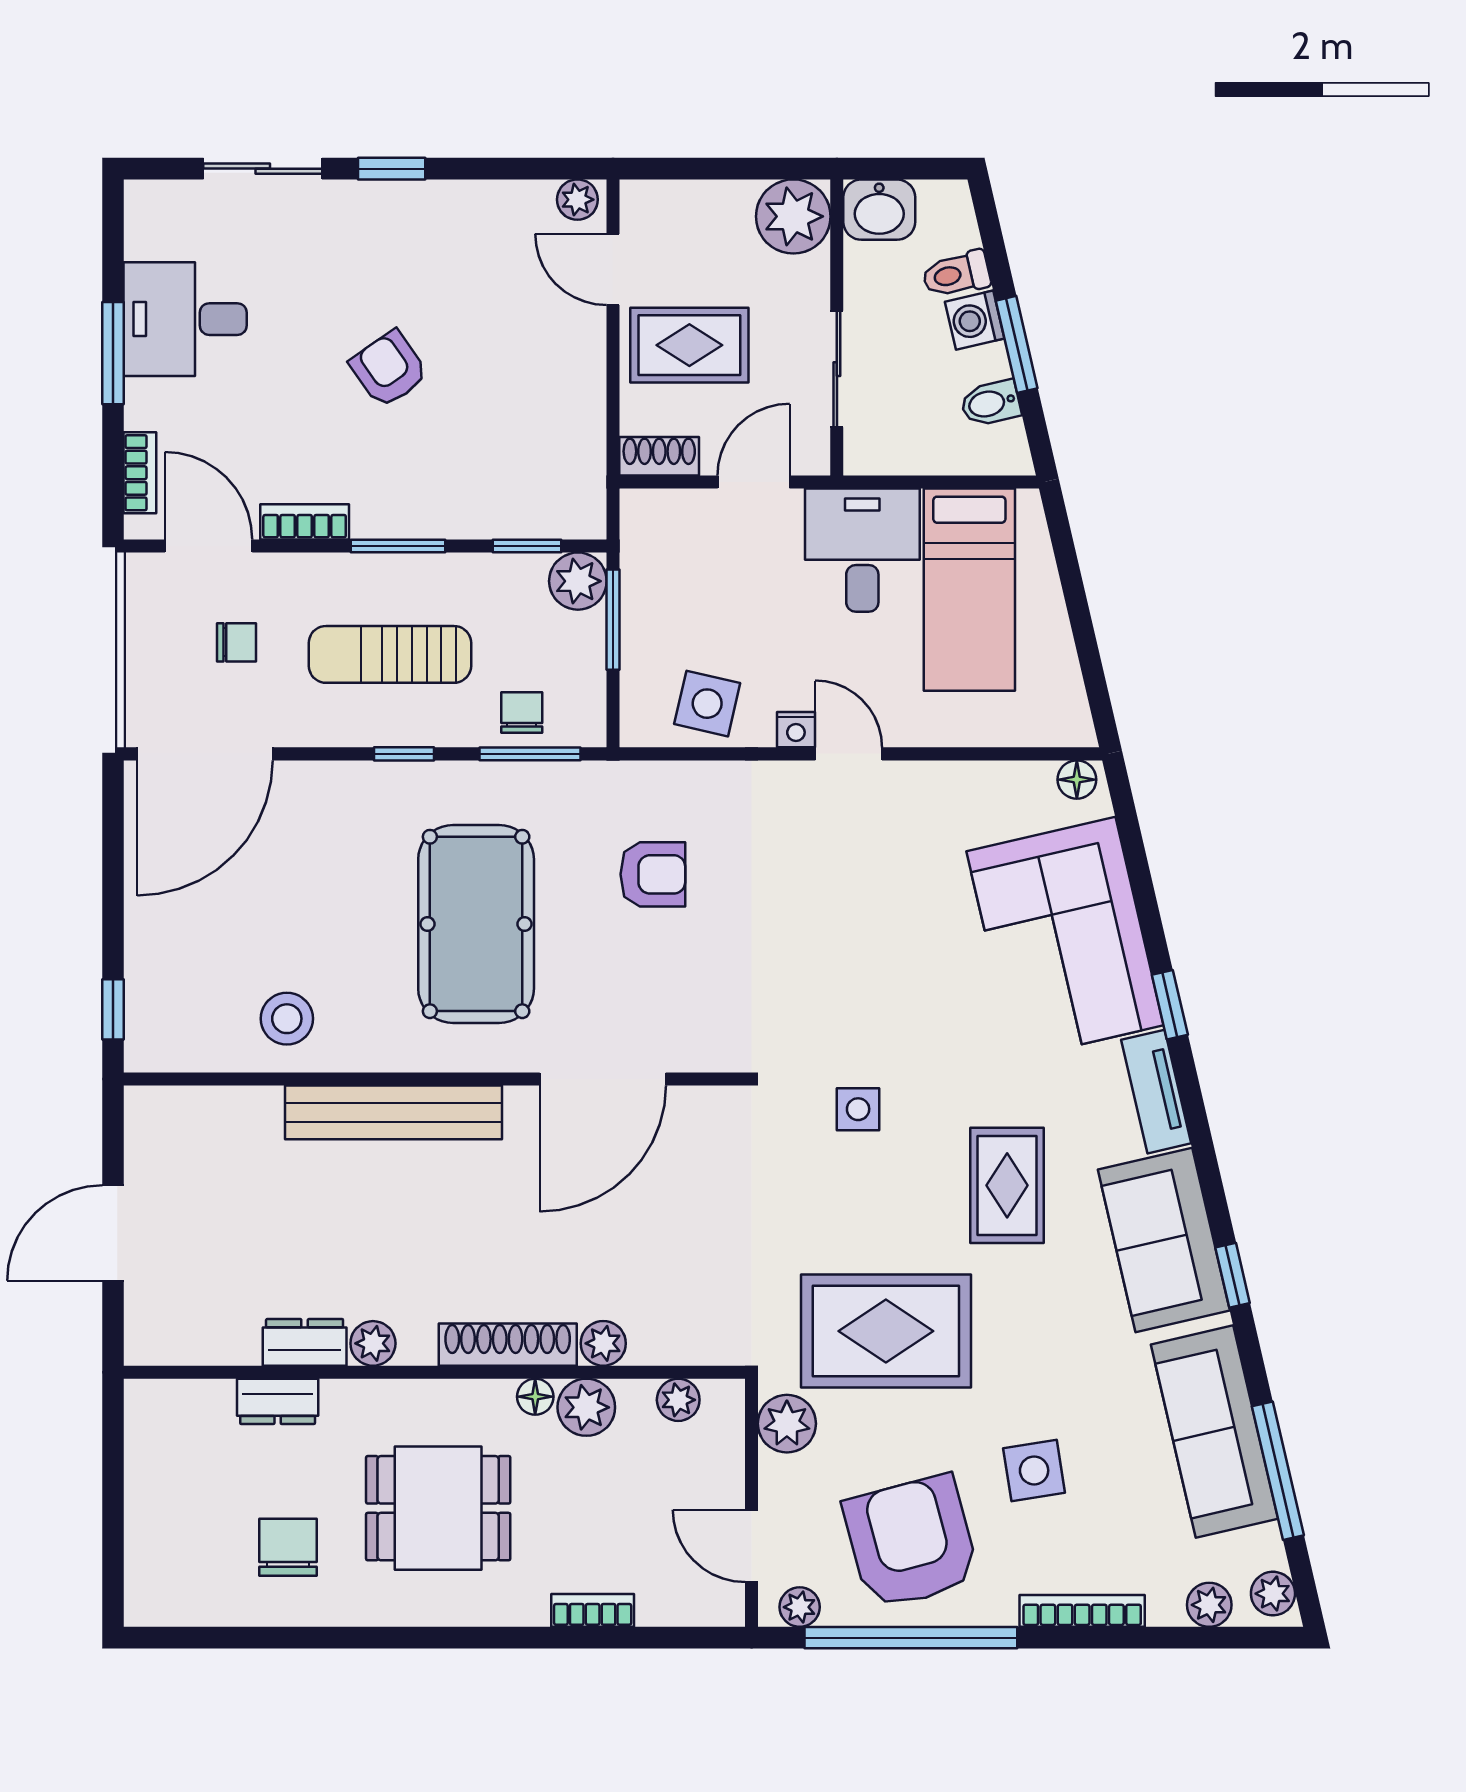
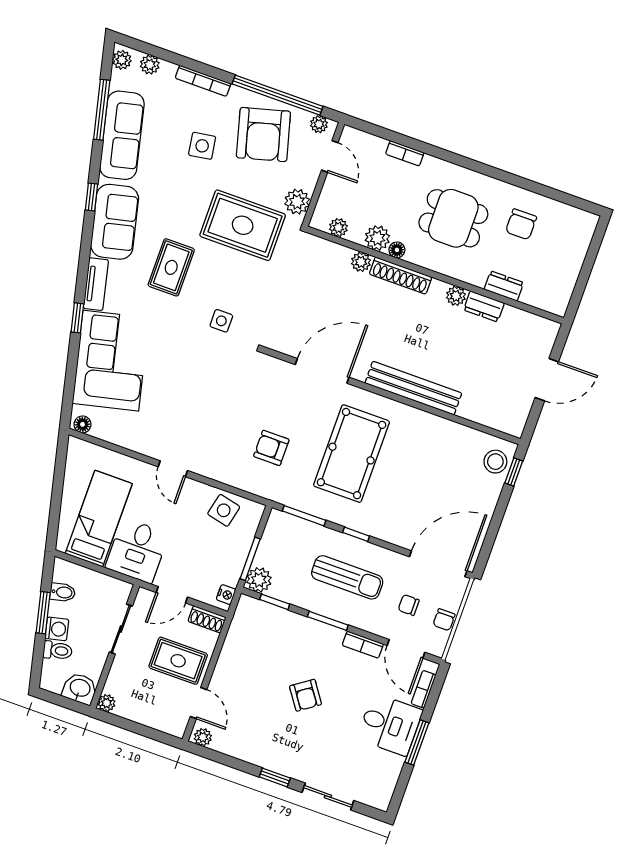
plant: (793, 216) -> (107, 703), width x0.53, depth x0.53
desk: (185, 319) -> (390, 724), moved
chair: (522, 713) -> (444, 620), moved
nightstand: (796, 730) -> (226, 595), moved, turned 90
stool: (287, 1019) -> (495, 462), moved

